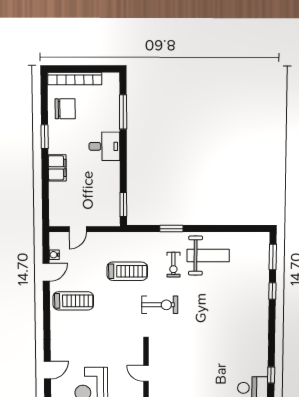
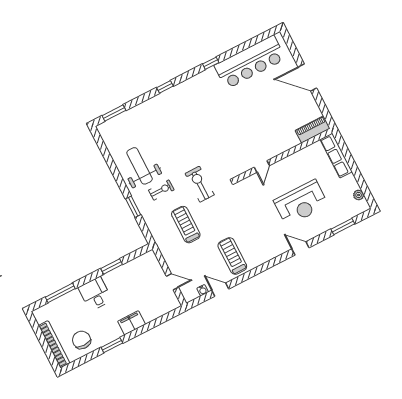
window: (123, 204) -> (112, 266), moved
window: (272, 291) -> (165, 87), moved

